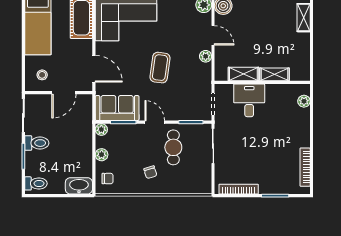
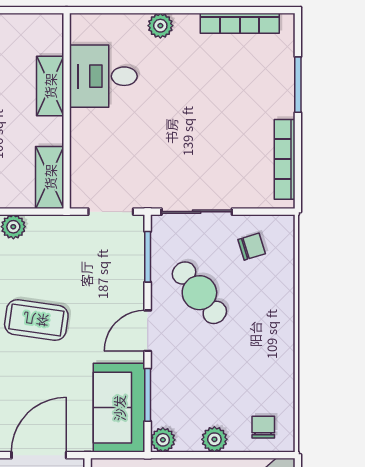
shelving: (243, 74) -> (50, 177), moved
desk: (249, 100) -> (103, 76), moved
plant: (304, 101) -> (160, 26), moved
cafe table: (173, 147) -> (199, 293), turned 52
chair: (150, 172) -> (252, 247), moved

